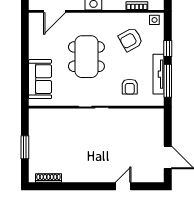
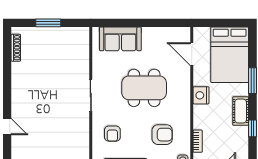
armchair: (131, 39) -> (162, 135), turned 119
armchair: (130, 87) -> (112, 134), turned -90

